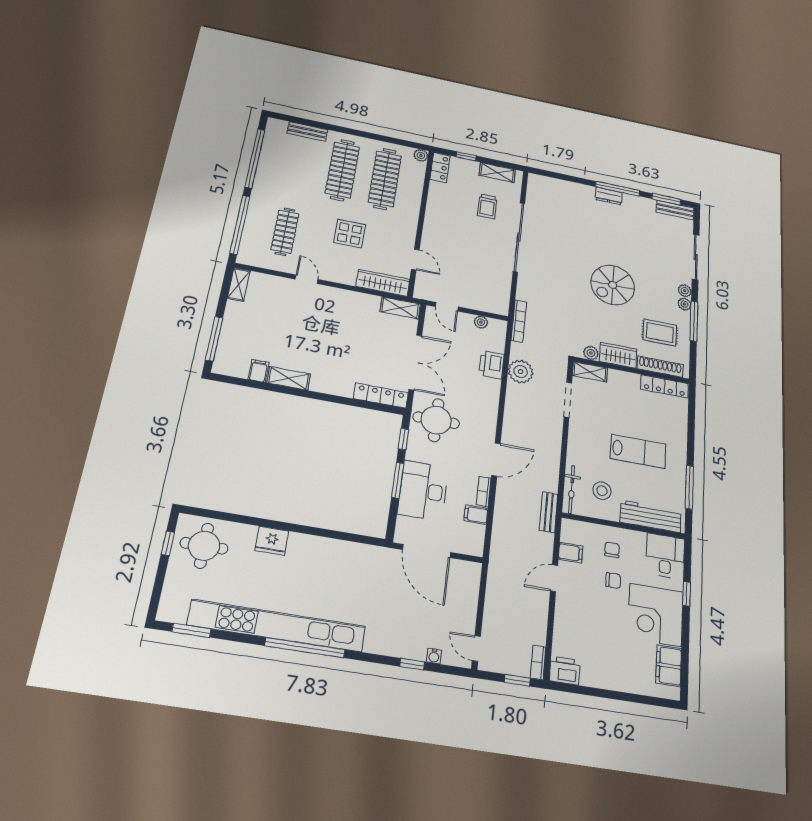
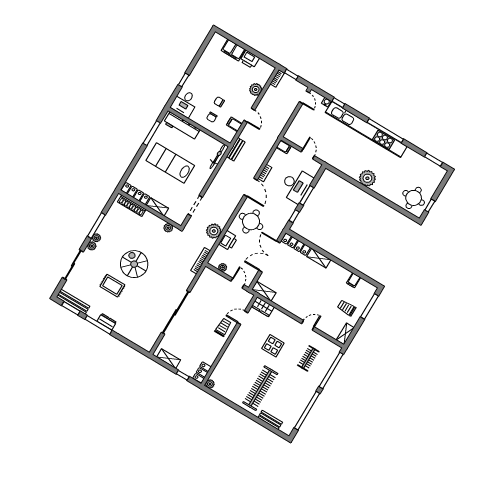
clothes rail: (385, 179) -> (238, 375), removed
trolley: (487, 206) -> (223, 327), moved
bench: (675, 210) -> (73, 302), width x1.36
clothes rail: (285, 232) -> (308, 358), width x0.73
door: (415, 260) -> (243, 318), hinge flipped
door: (307, 279) -> (308, 325), swing flipped
wardrobe: (383, 283) -> (263, 307), width x0.67
spiral stairs: (613, 285) -> (134, 264), turned -90
trolley: (253, 324) -> (347, 308), added
rug: (660, 333) -> (112, 286), moved
wardrobe: (618, 355) -> (153, 221), removed
shelving: (590, 372) -> (157, 207), moved
shelving: (289, 378) -> (319, 258), moved
round table: (436, 420) -> (251, 221), moved
lab bench: (638, 451) -> (170, 163), width x1.36, depth x1.39
door: (496, 459) -> (250, 187), swing flipped
stool: (602, 491) -> (201, 150), removed
filing cabinet: (476, 515) -> (284, 147), moved
fridge: (272, 541) -> (381, 188), removed
plant: (303, 549) -> (367, 178), added
door: (427, 551) -> (308, 154), width x0.53
door: (554, 578) -> (249, 115), hinge flipped
corner desk: (656, 615) -> (206, 76), removed
kitchen unit: (277, 626) -> (366, 129), moved
plant: (565, 627) -> (256, 89), added
filing cabinet: (669, 666) -> (233, 50), moved, turned 90
printer: (565, 671) -> (250, 59), moved

